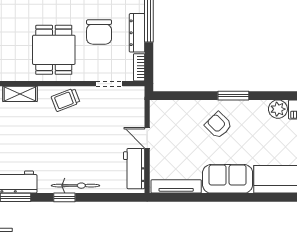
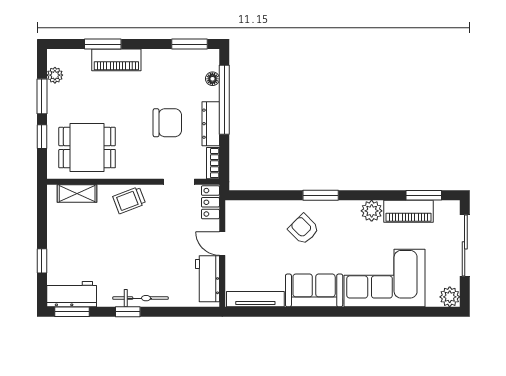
chair: (99, 32) -> (167, 123), turned -90
dining table: (54, 50) -> (87, 148), moved, turned 90
locker: (137, 102) -> (210, 202), added

